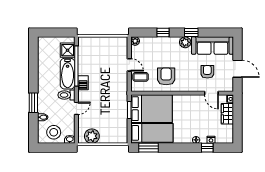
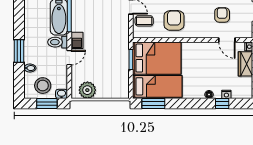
barbecue: (83, 83) -> (77, 40), moved
window: (57, 148) -> (47, 104), added

